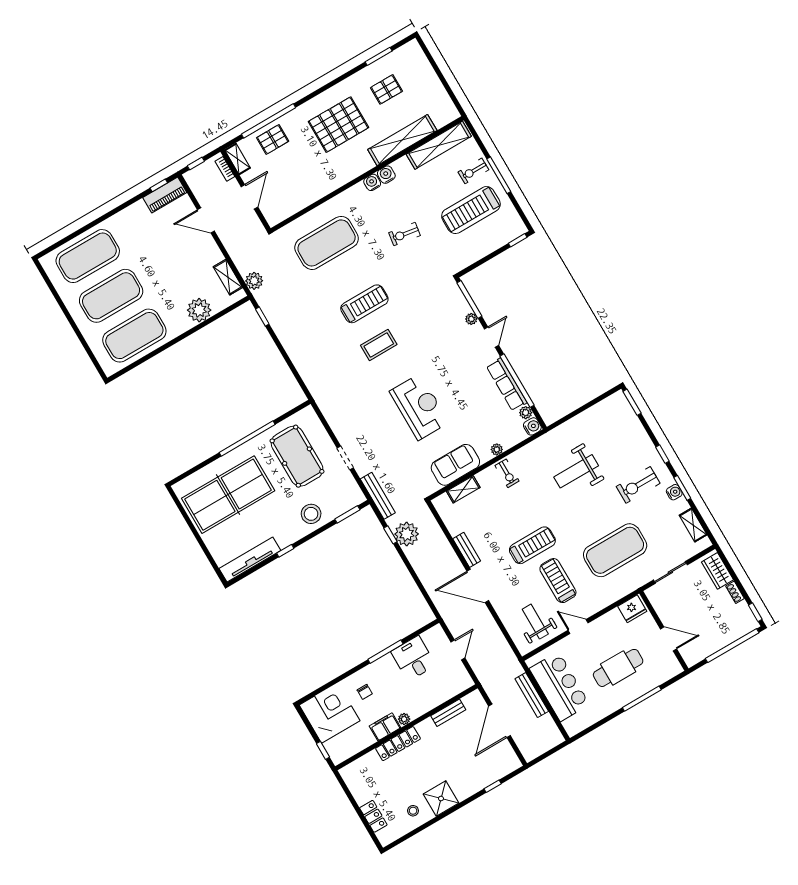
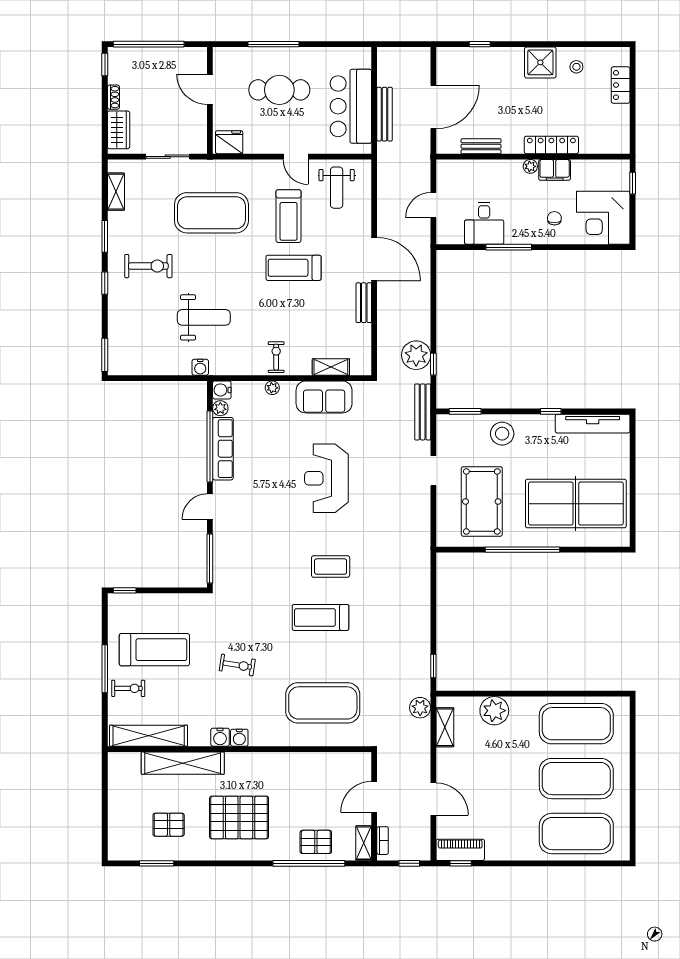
plant: (471, 319) -> (220, 537), removed
water cooler: (674, 492) -> (200, 367), moved, turned -90

